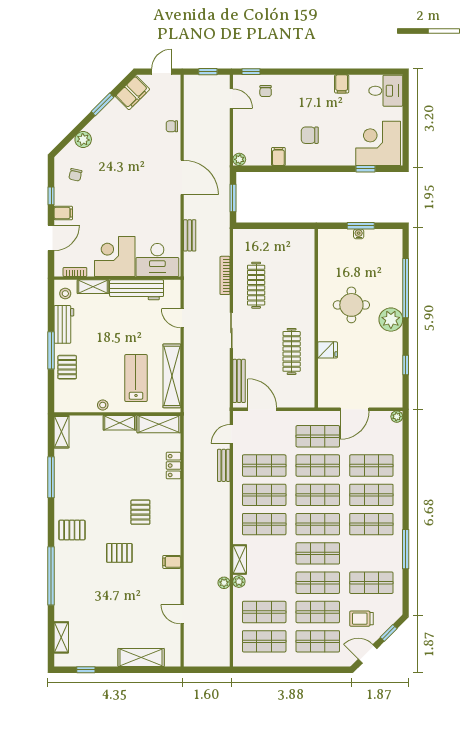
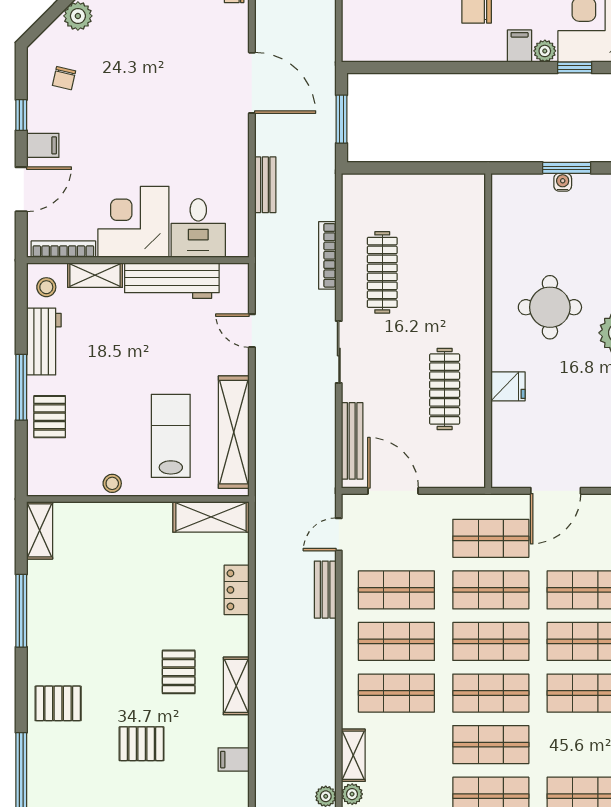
filing cabinet: (278, 157) -> (520, 46), moved
plant: (239, 159) -> (545, 51), moved
desk: (157, 260) -> (198, 228), width x0.73
bookcase: (75, 272) -> (63, 249), width x1.56
shelving: (120, 423) -> (236, 686), moved, turned 90

